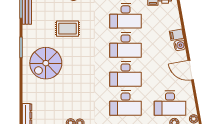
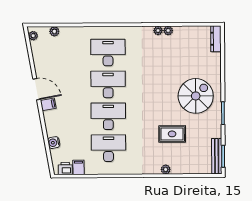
filing cabinet: (176, 35) -> (48, 104), moved
water cooler: (180, 45) -> (54, 143), moved
desk: (170, 103) -> (59, 53), removed

